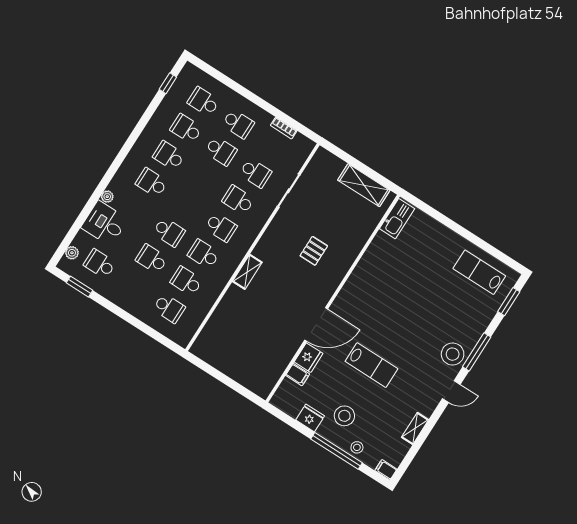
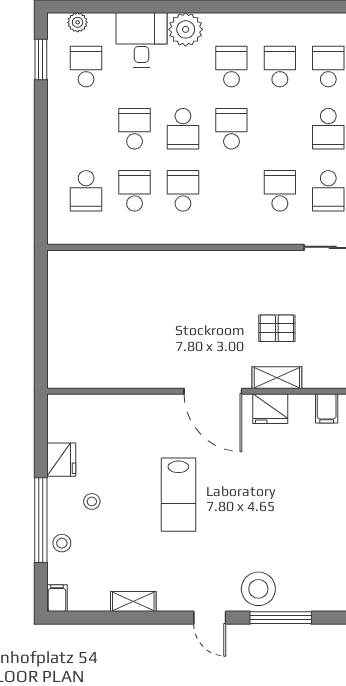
plant: (107, 197) -> (186, 29), width x1.87, depth x1.87
school desk: (221, 227) -> (231, 129), moved, turned 180
shelving: (247, 272) -> (277, 378), moved
door: (316, 325) -> (213, 391), moved
fridge: (309, 358) -> (270, 409), moved
filing cabinet: (298, 375) -> (327, 408), moved
stool: (344, 416) -> (92, 501), width x0.53, depth x0.53

